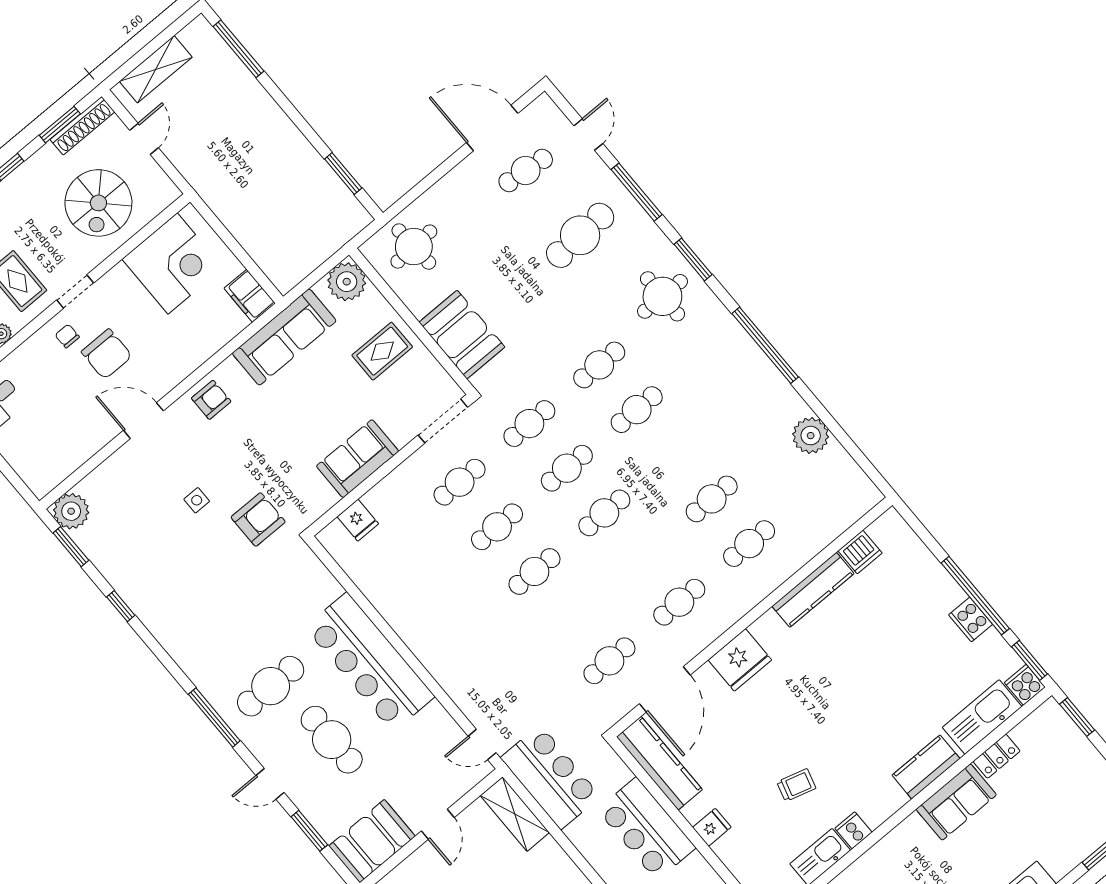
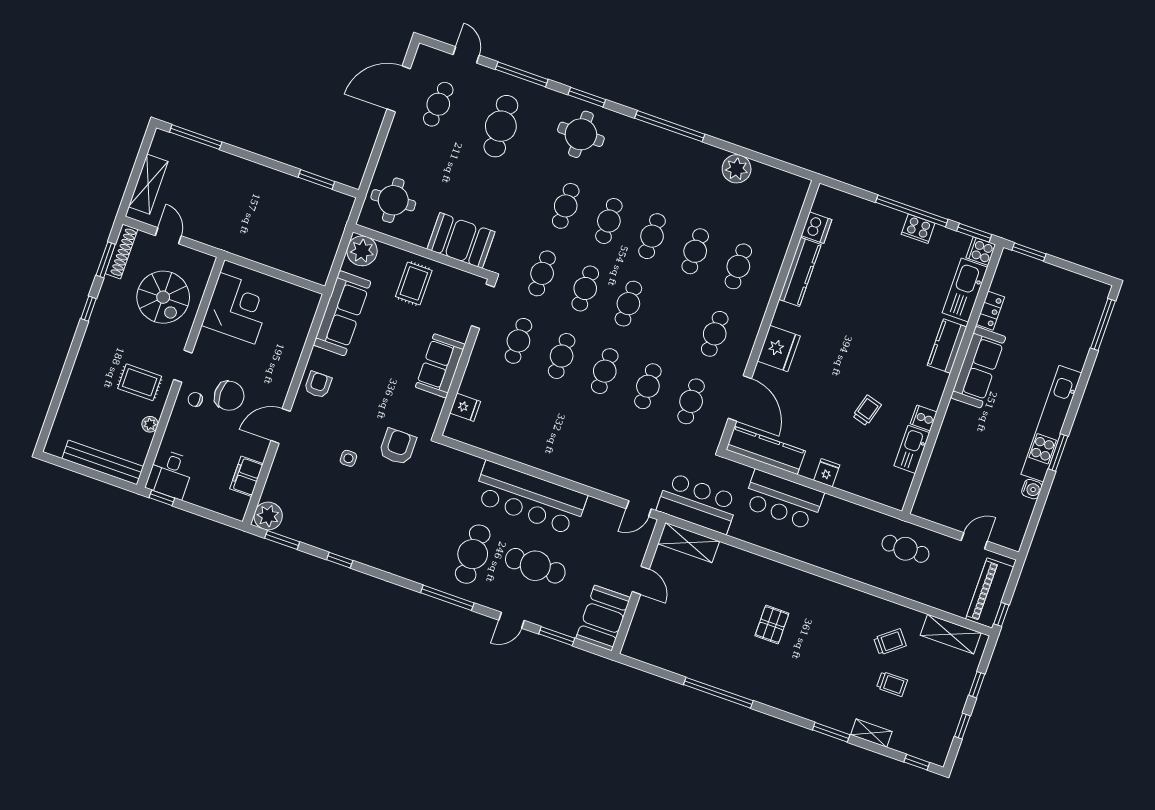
filing cabinet: (250, 296) -> (246, 476), moved, turned 90
cafe table: (674, 454) -> (652, 236), added
cafe table: (572, 616) -> (648, 386), added
sofa: (956, 802) -> (978, 367), width x1.36

